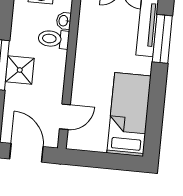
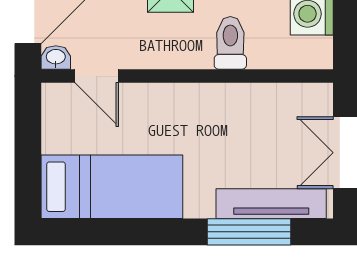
washbasin: (64, 21) -> (56, 57), moved

